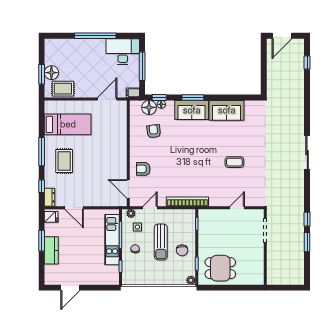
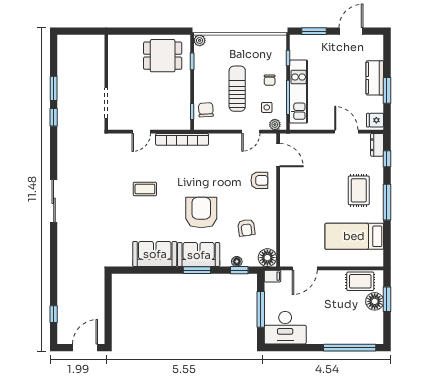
window: (95, 36) -> (350, 348), moved
floor lamp: (149, 107) -> (267, 258), moved
armchair: (190, 143) -> (201, 213), added
bookcase: (187, 202) -> (182, 139), moved
chair: (182, 250) -> (206, 110), moved
window: (100, 288) -> (314, 31), added

